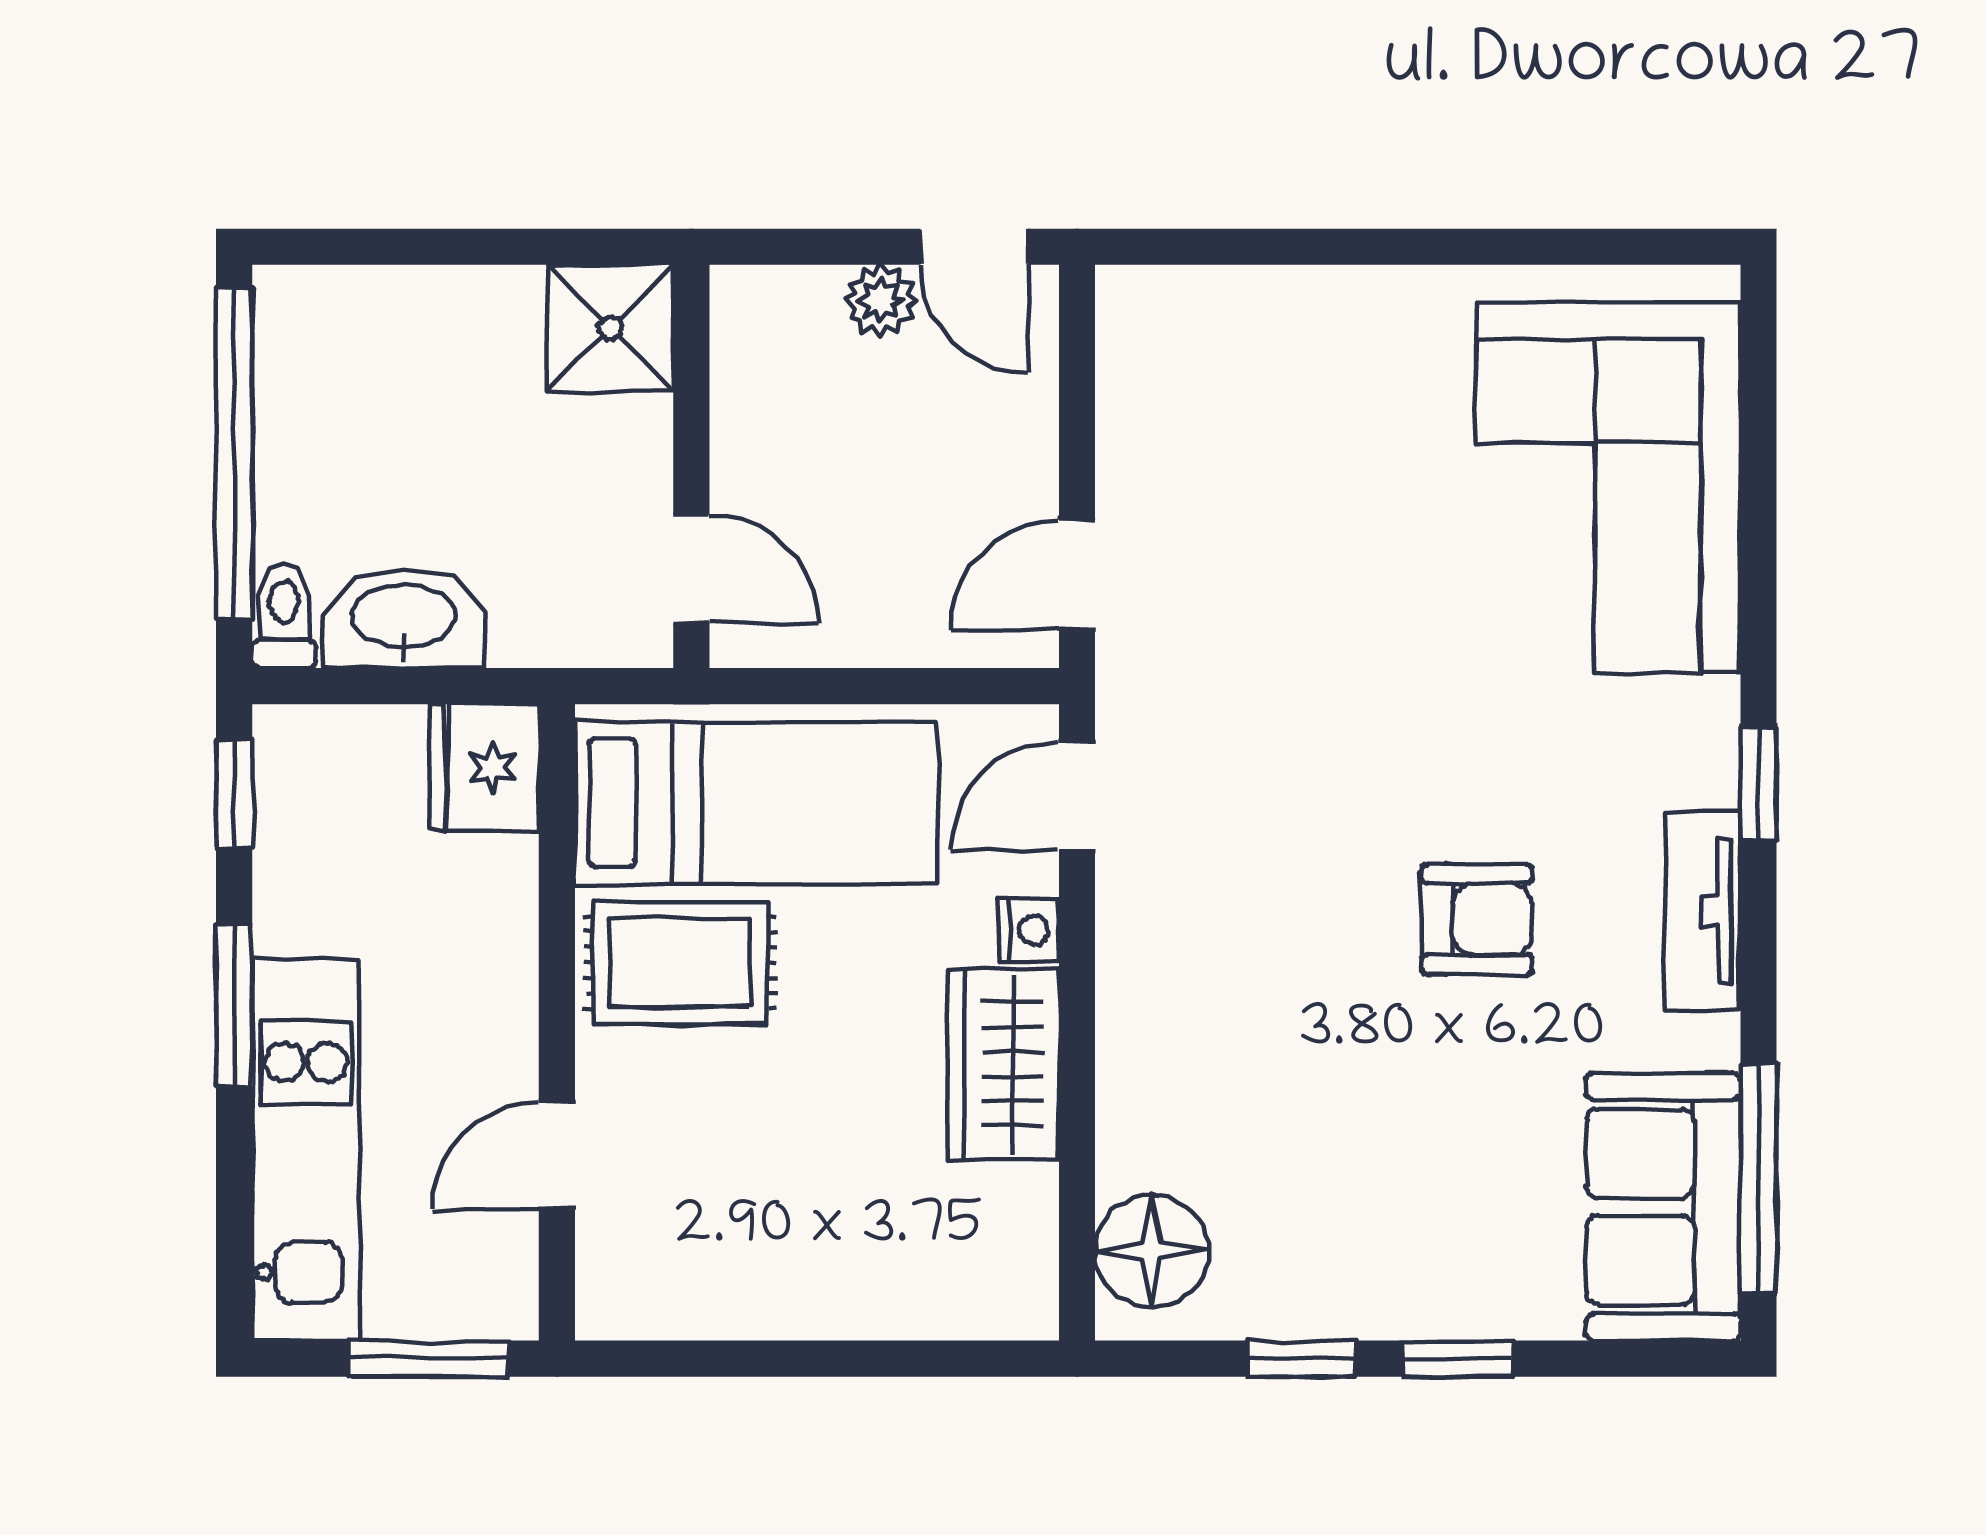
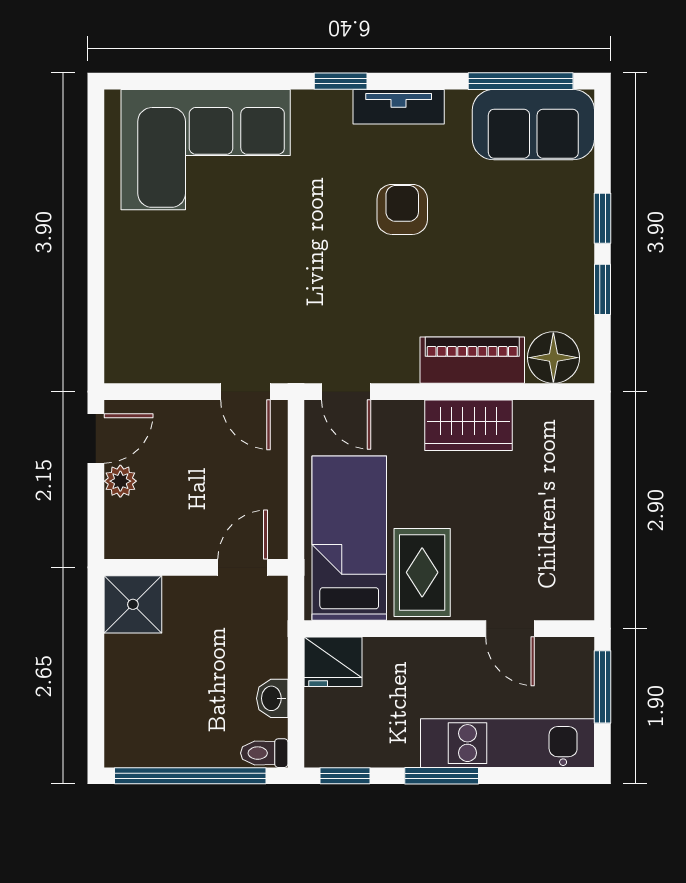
washbasin: (404, 619) -> (272, 698), width x0.52, depth x0.69
nightstand: (1029, 930) -> (407, 413), removed
piano: (1146, 1073) -> (472, 360), added

